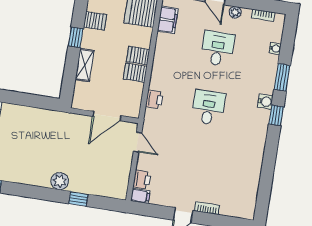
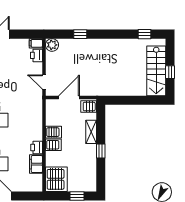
filing cabinet: (168, 20) -> (36, 164), moved
server rack: (95, 21) -> (89, 107), moved
printer: (154, 99) -> (37, 148), moved
plant: (60, 181) -> (52, 45), moved

